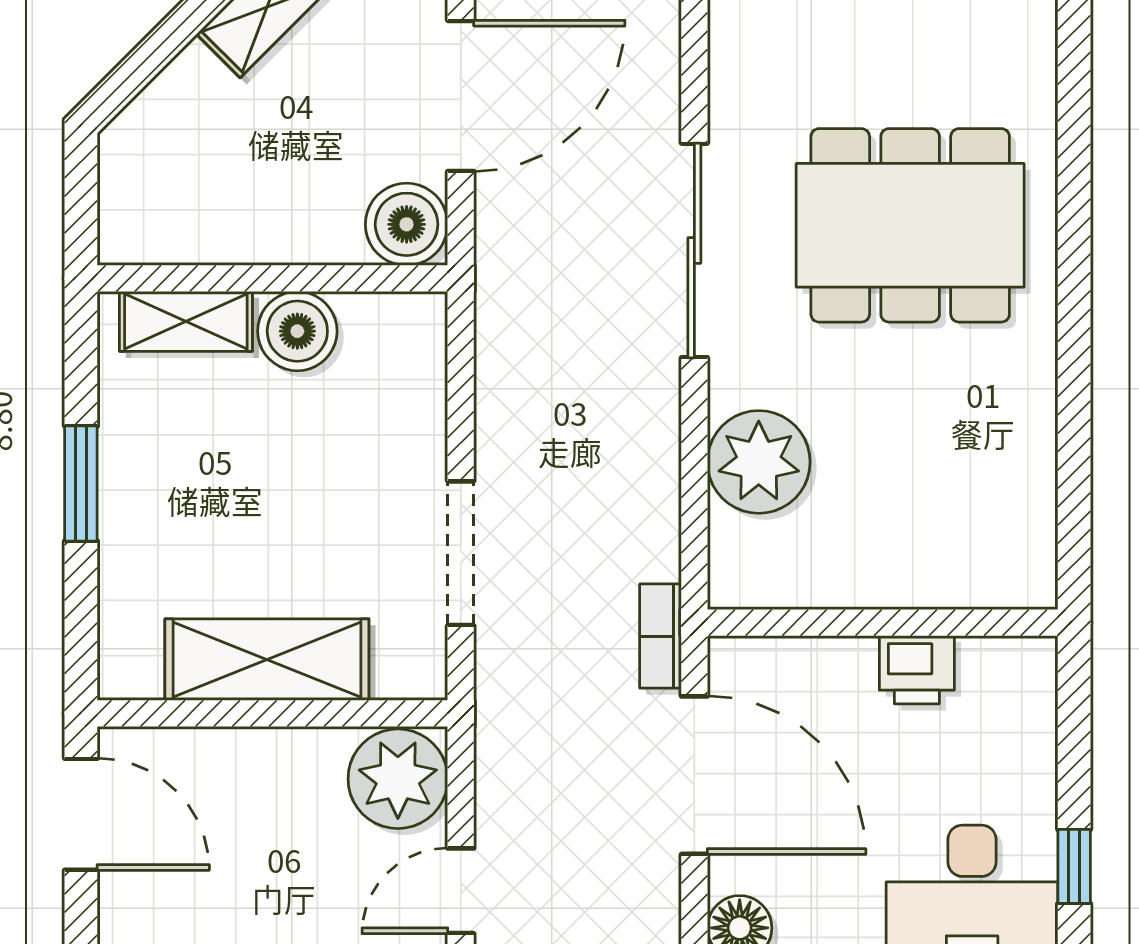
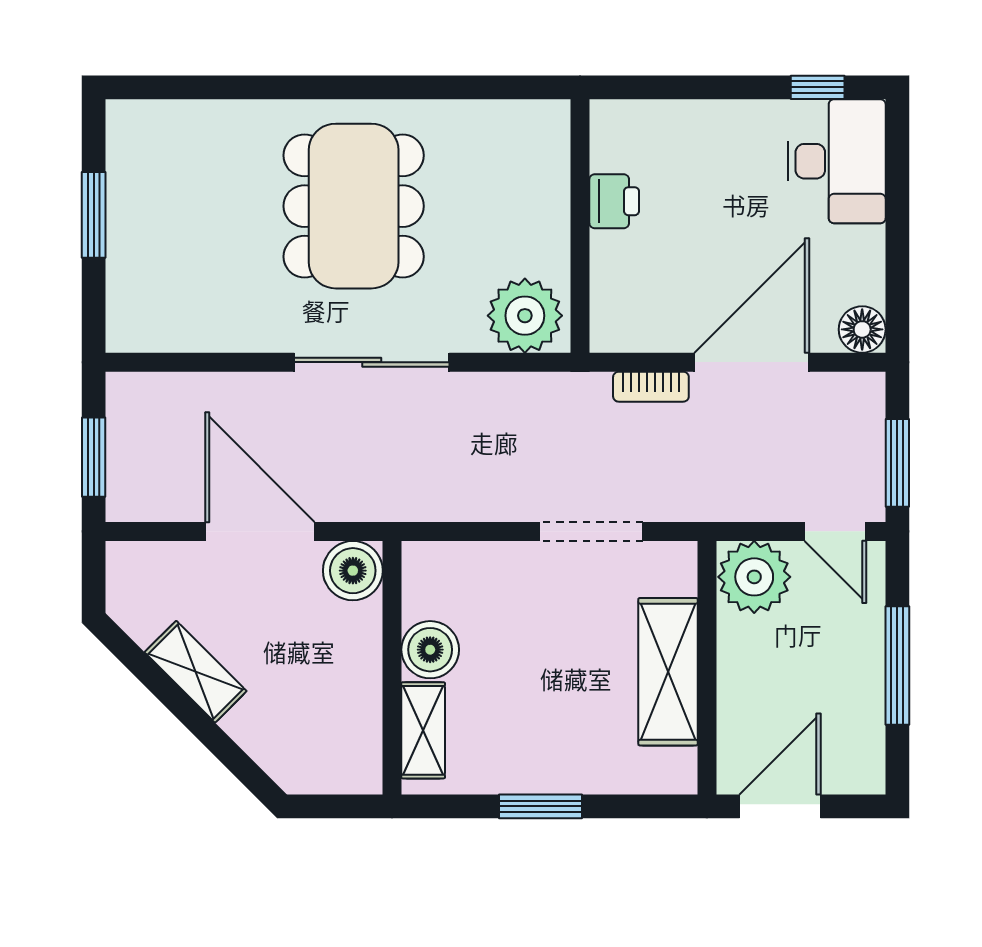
wall: (883, 623) -> (580, 226), moved
printer: (917, 670) -> (614, 201), moved

